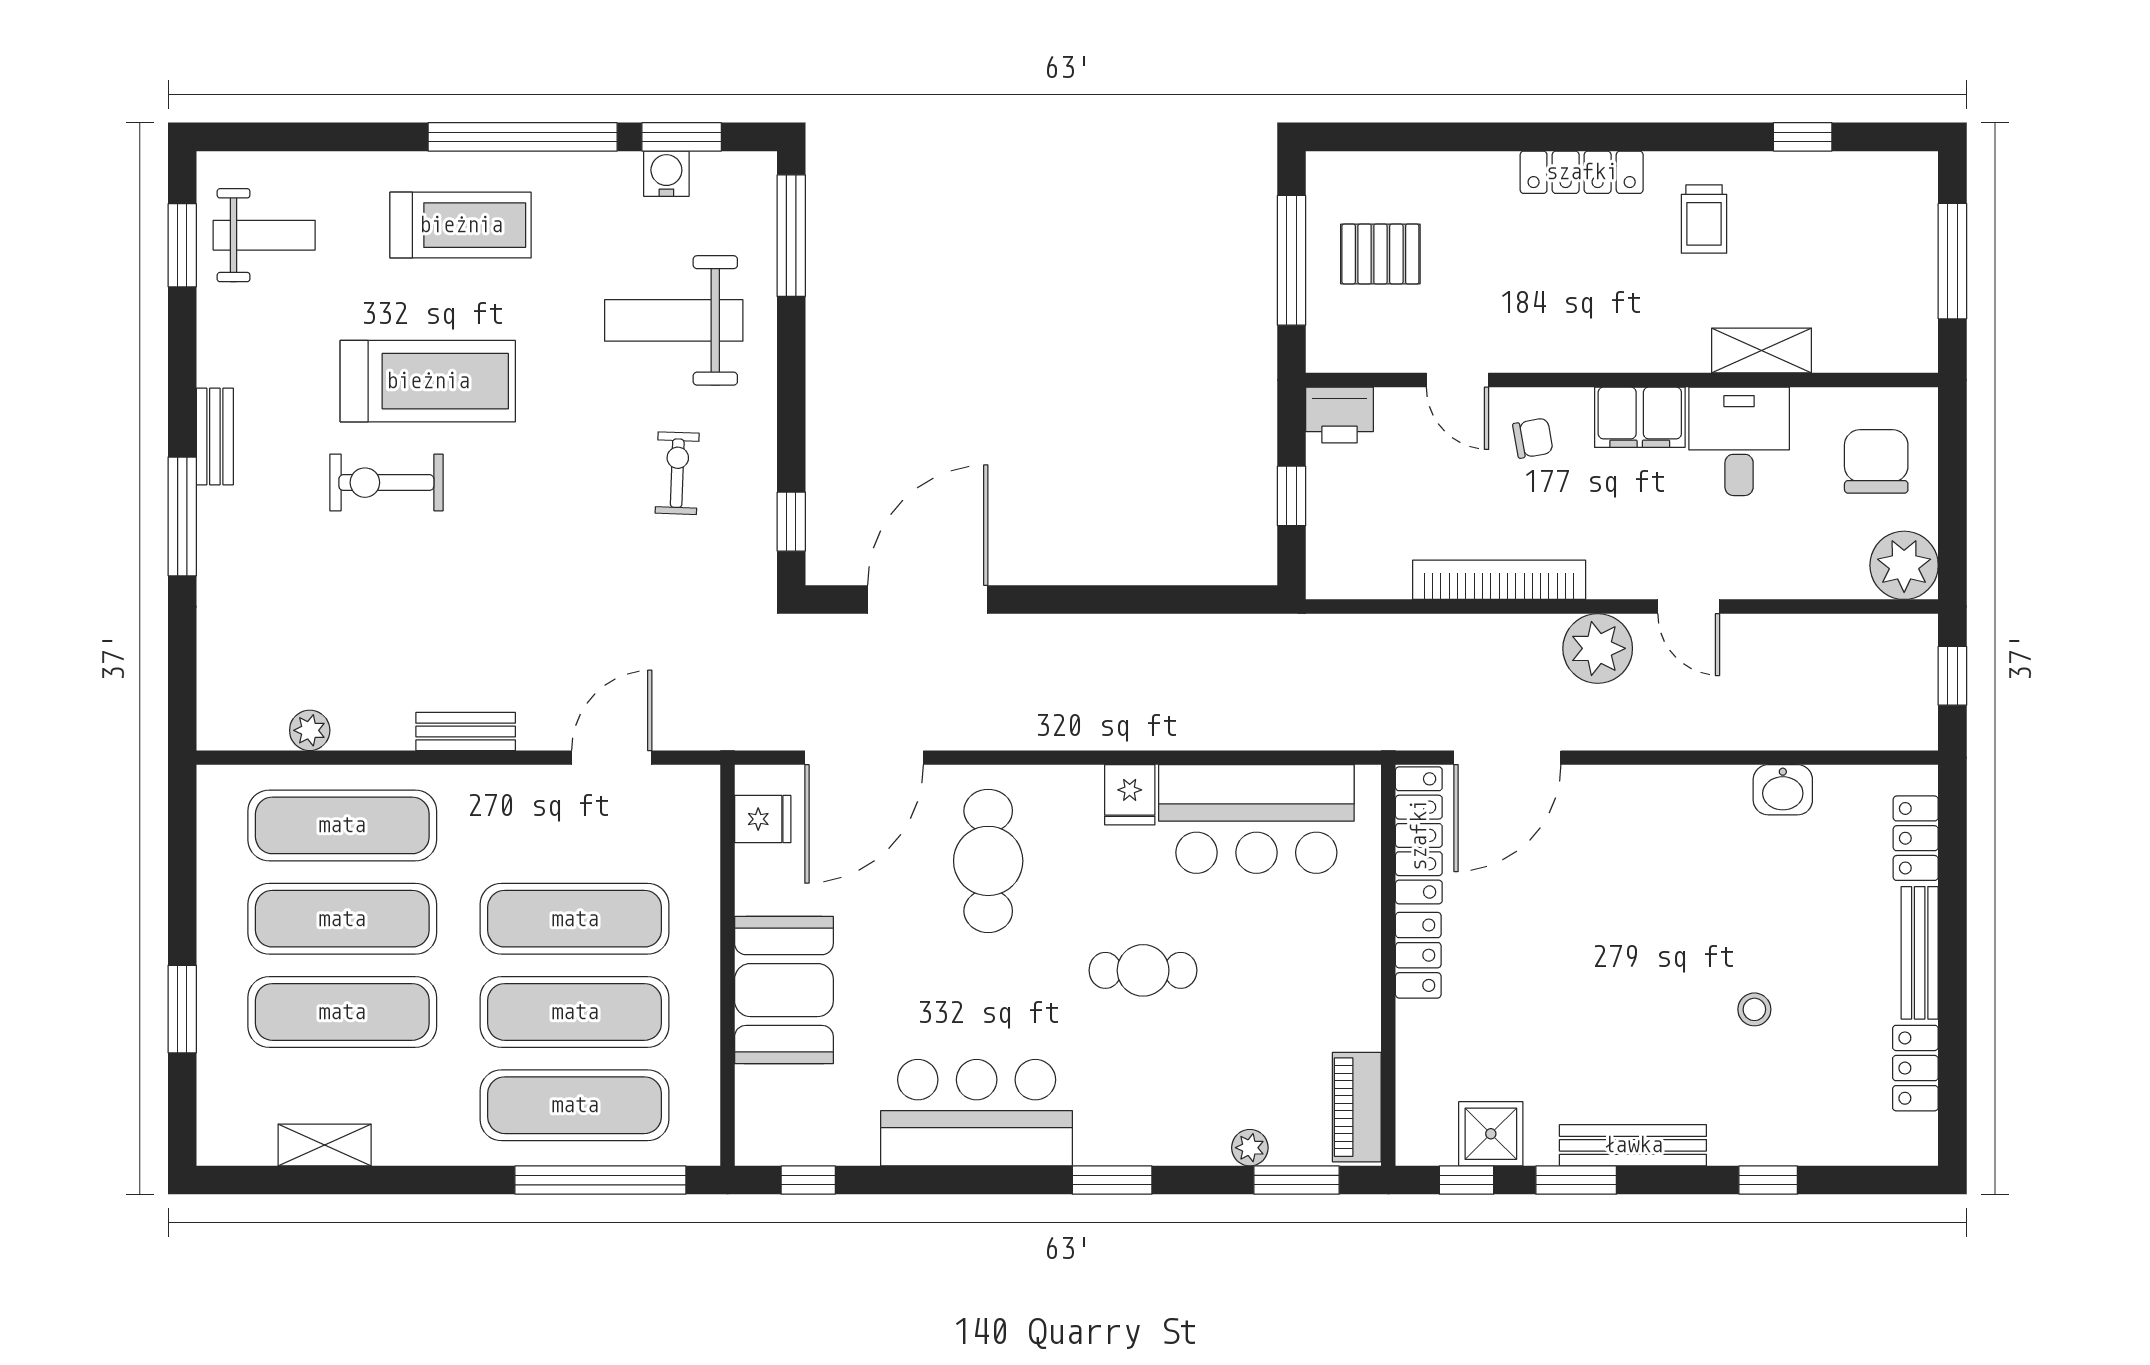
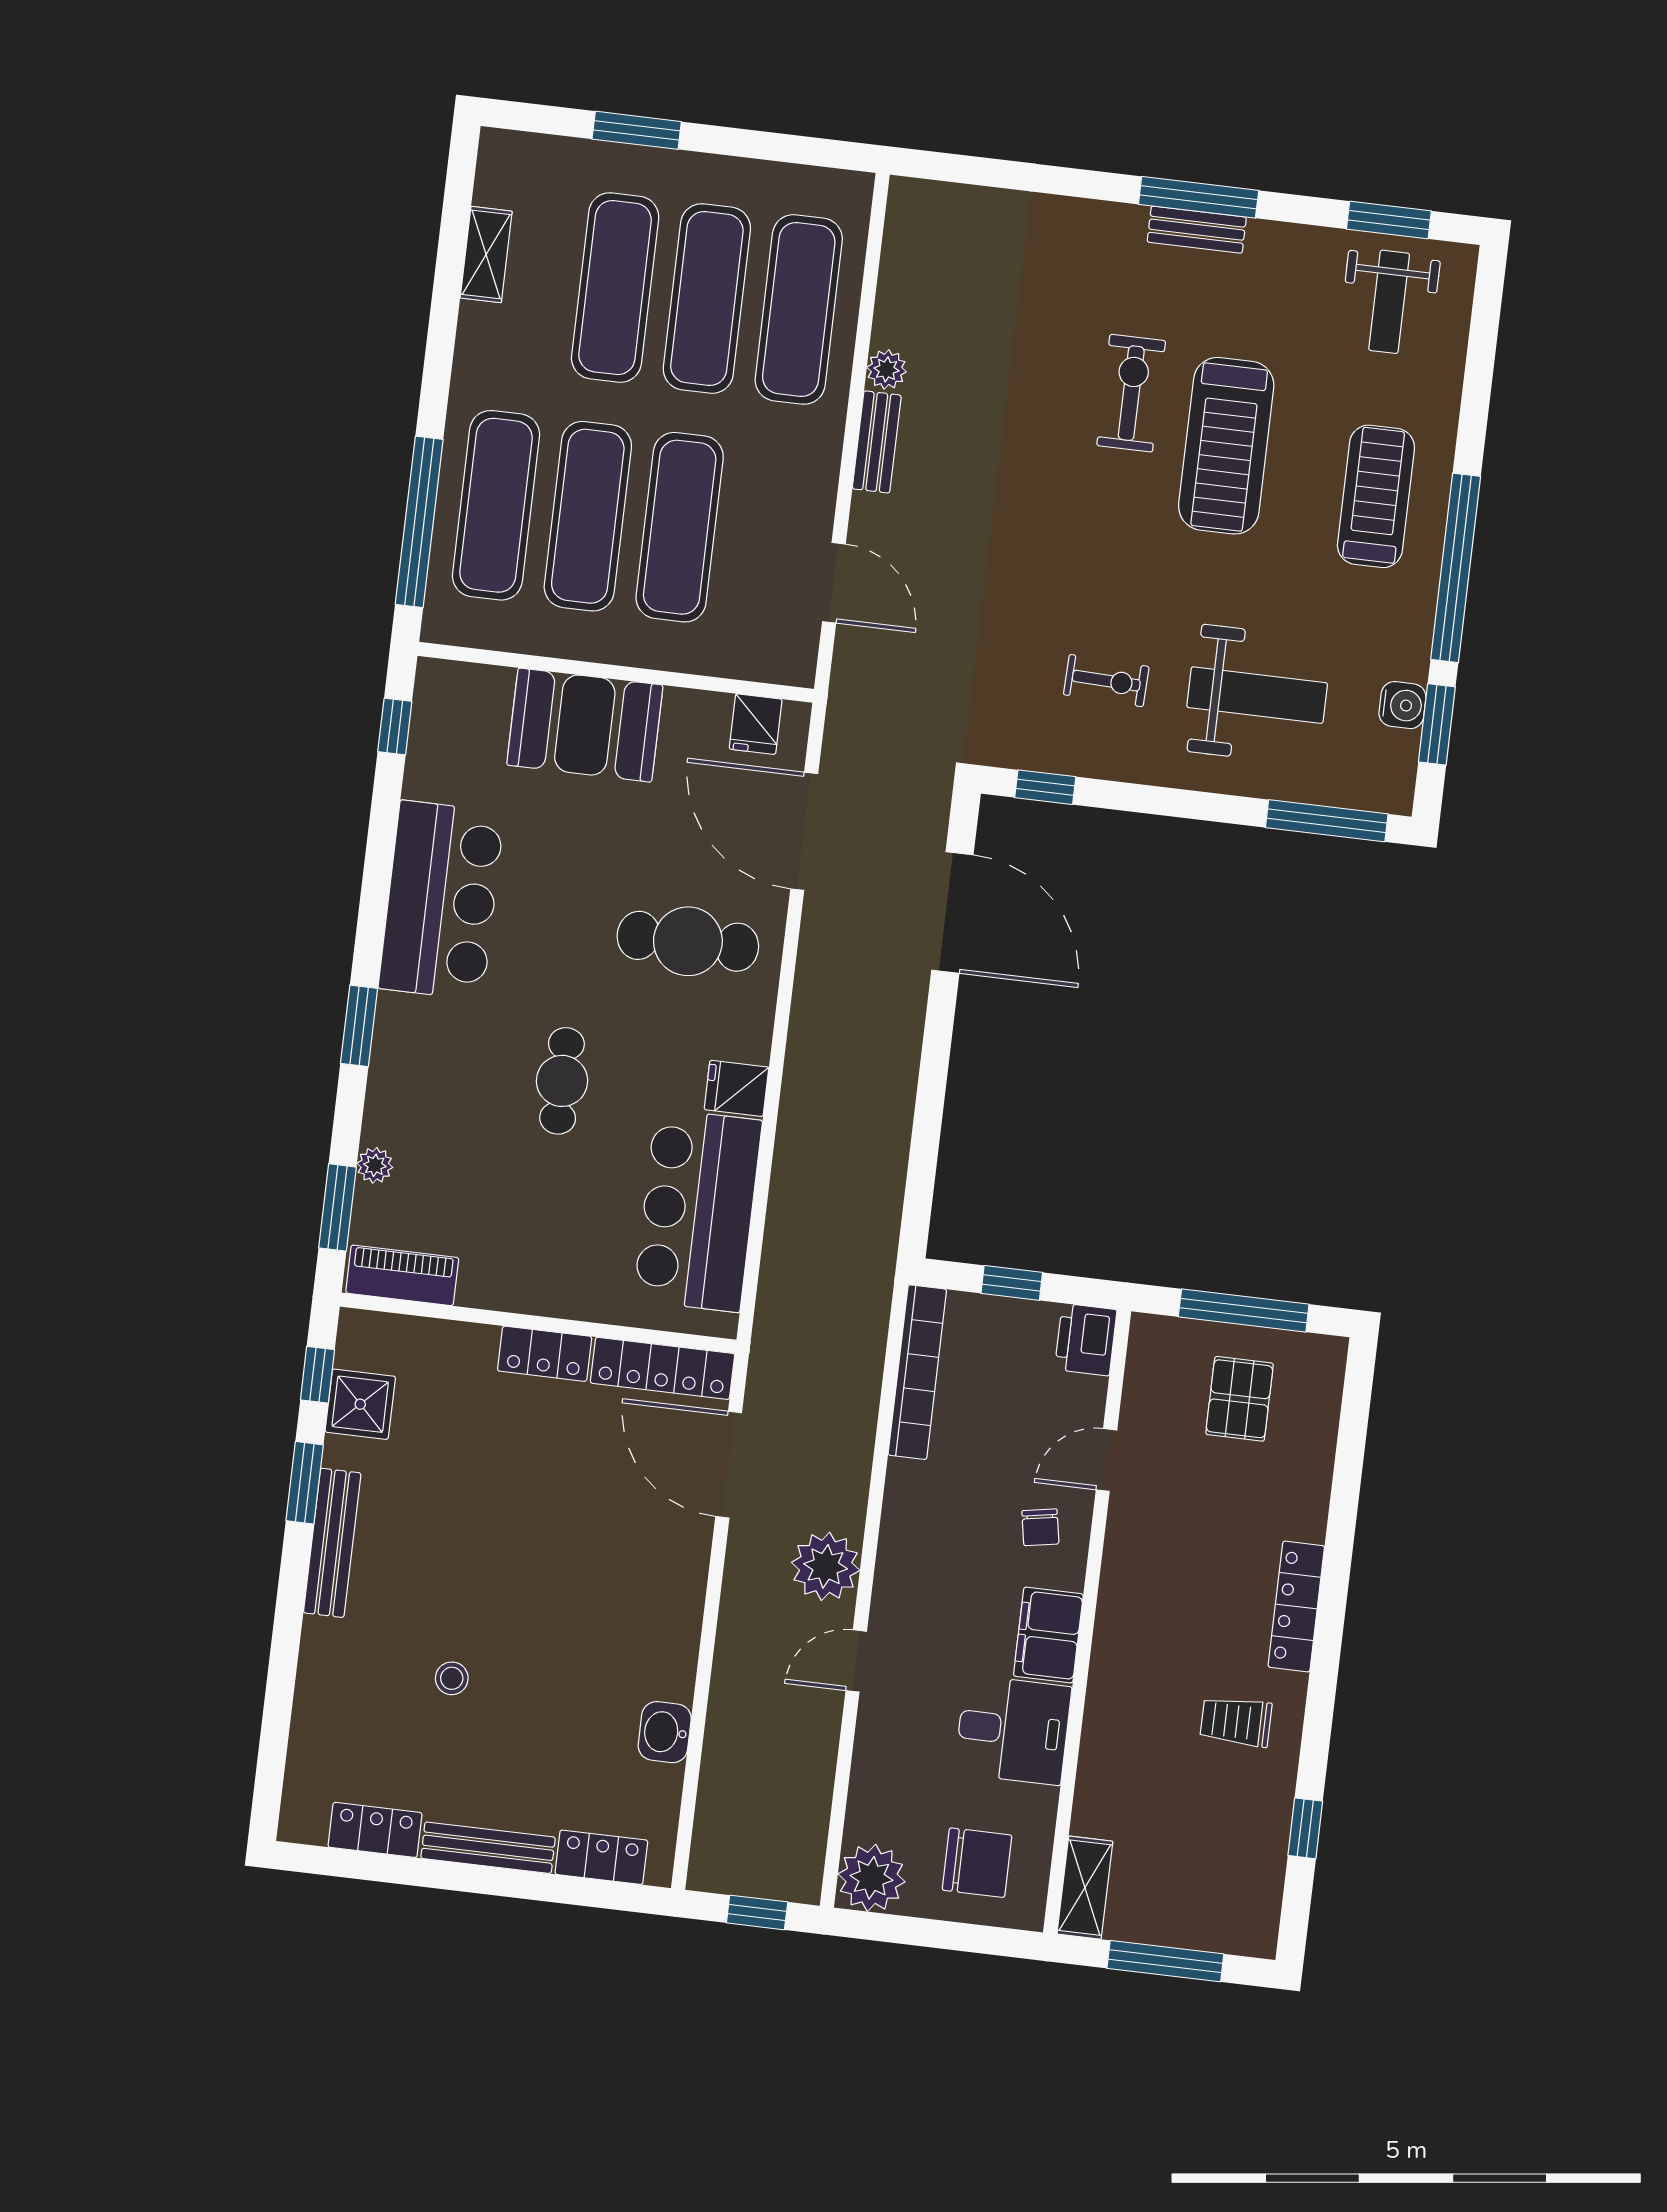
treadmill: (461, 225) -> (1376, 496), turned 180
weight bench: (674, 320) -> (1257, 695), turned 90
shelving: (1762, 350) -> (1085, 1888), moved
window: (182, 516) -> (1199, 197), moved
bookcase: (1499, 580) -> (917, 1372), moved
plant: (310, 730) -> (887, 369), moved
window: (1768, 1180) -> (282, 1672), removed

